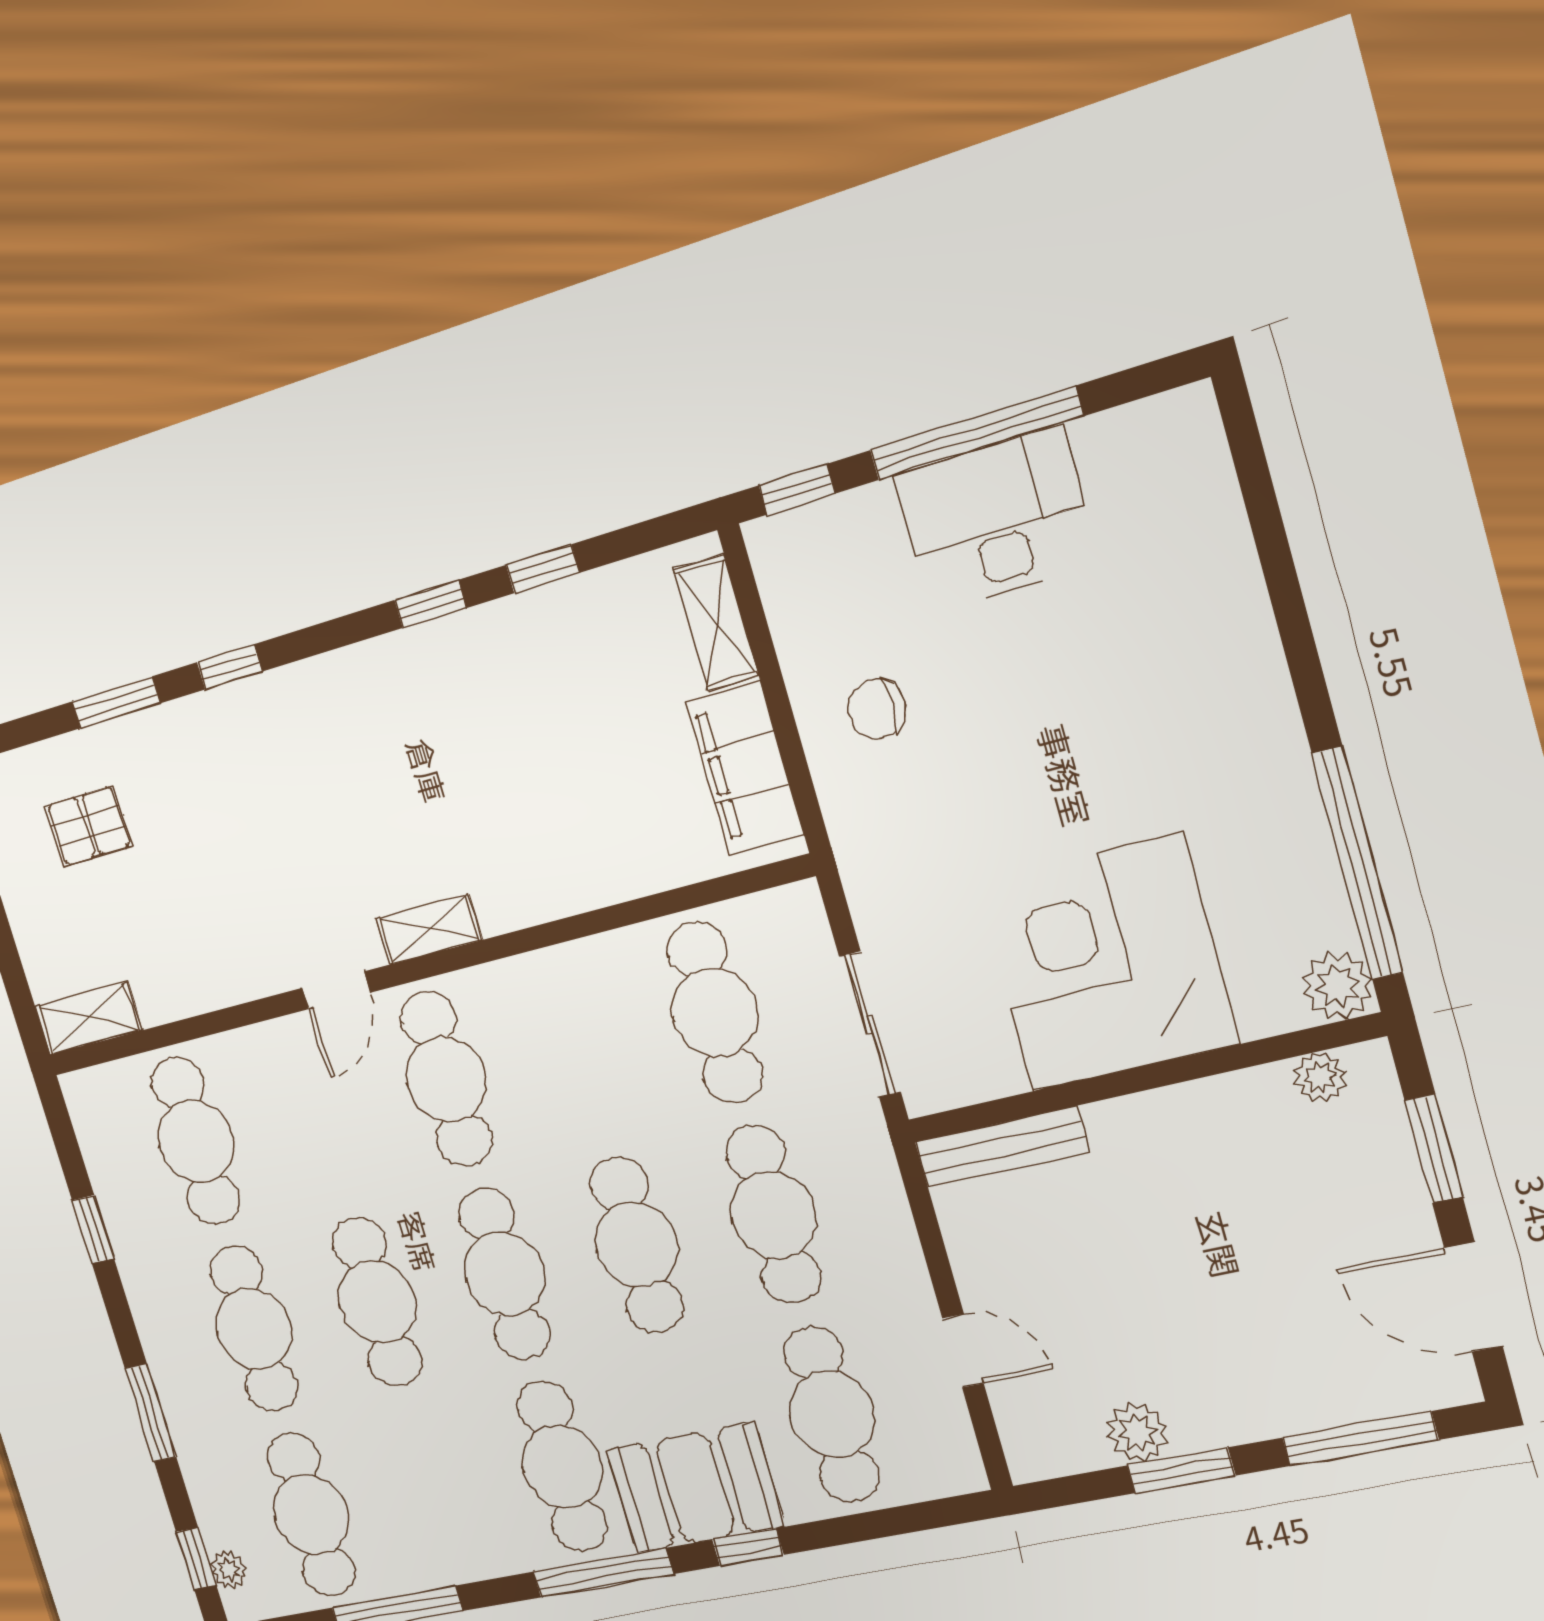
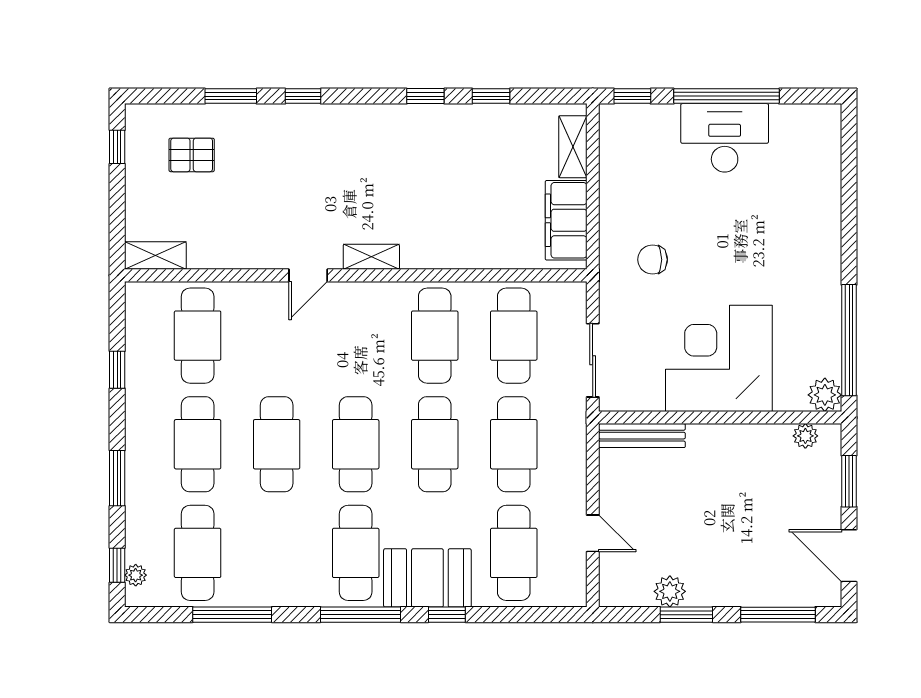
chair: (877, 709) -> (653, 260), moved
cafe table: (446, 1079) -> (435, 336), moved

